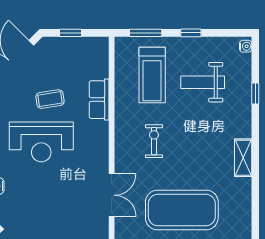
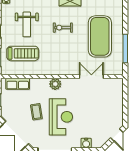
row of seats: (99, 100) -> (18, 84), moved
plant: (99, 132) -> (55, 84), added
exercise bike: (154, 141) -> (63, 28), moved

